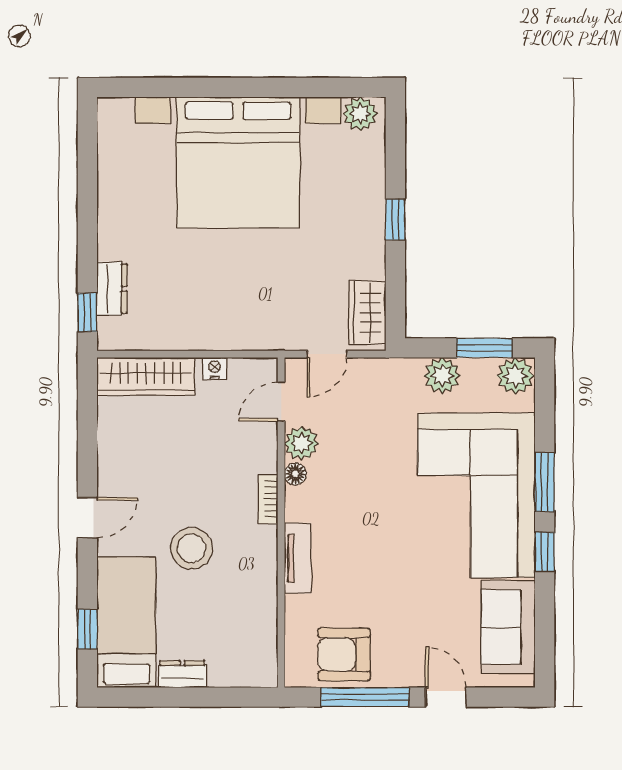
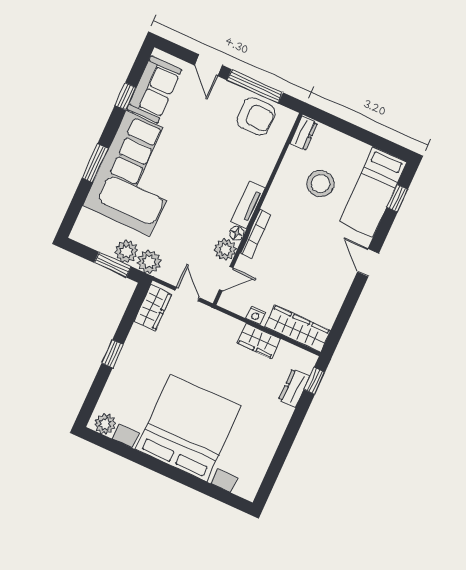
wardrobe: (194, 334) -> (259, 341), added
window: (484, 348) -> (113, 265), moved
door: (327, 354) -> (187, 294), hinge flipped
plant: (515, 376) -> (149, 262), moved
bookcase: (268, 499) -> (255, 234), width x1.56
door: (87, 518) -> (368, 263), hinge flipped
stool: (192, 548) -> (320, 184), moved
window: (545, 552) -> (126, 96), moved
tv unit: (298, 558) -> (248, 204), moved
dresser: (182, 674) -> (304, 133), moved, turned -90

